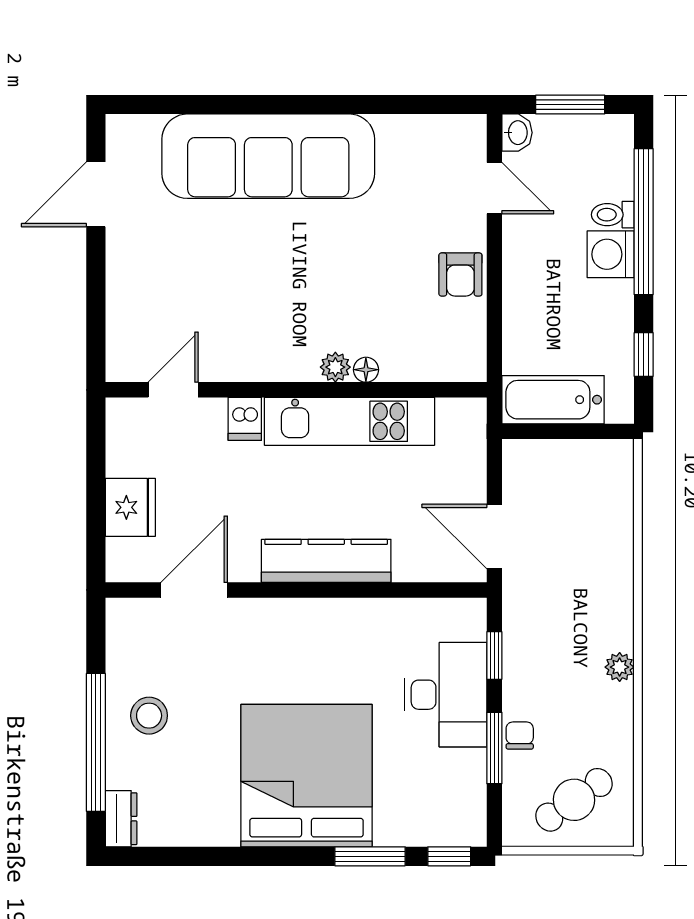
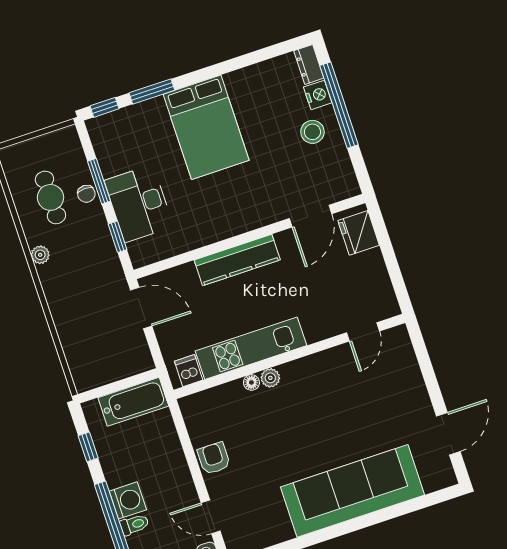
dishwasher: (245, 419) -> (189, 371), moved
fridge: (130, 507) -> (359, 233), moved
nightstand: (123, 768) -> (318, 95), added
bed: (307, 776) -> (206, 127), width x0.73
cafe table: (574, 800) -> (50, 197), moved, turned -55

